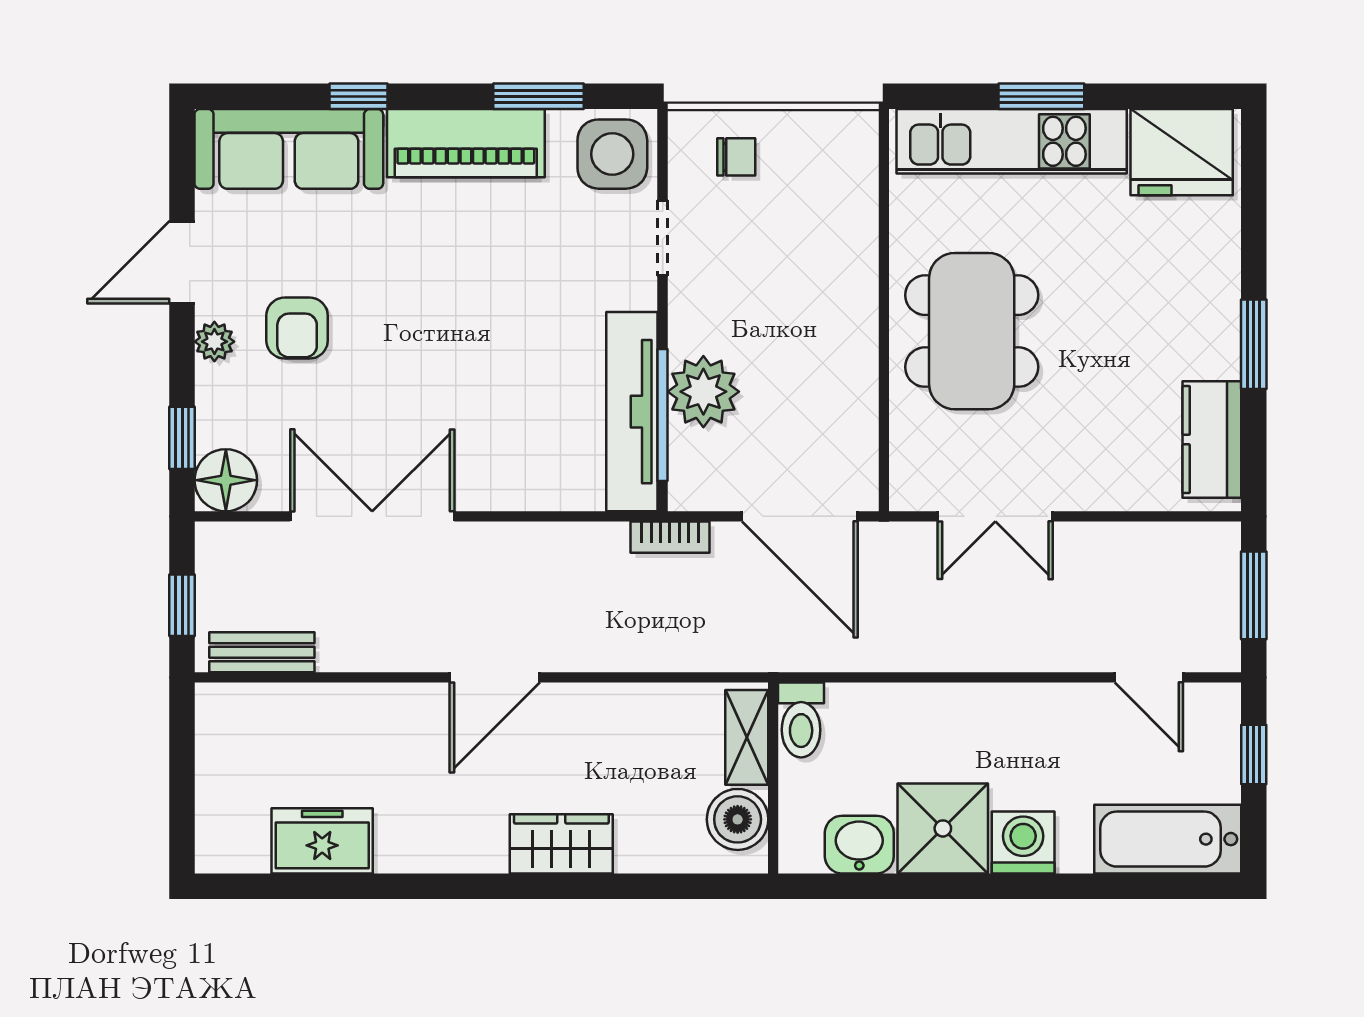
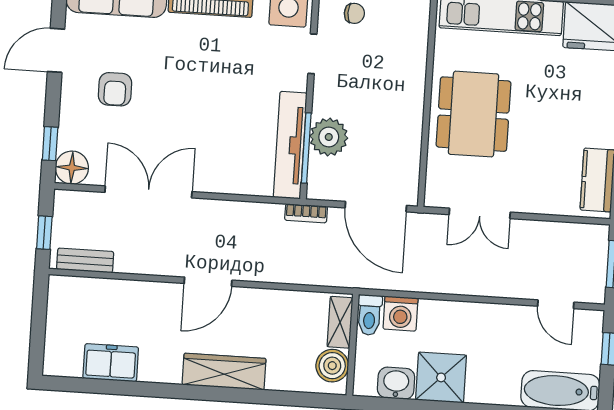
plant: (214, 342) -> (71, 94), removed
washing machine: (1023, 842) -> (400, 314), moved, turned 180
wardrobe: (561, 844) -> (224, 372), width x1.50

